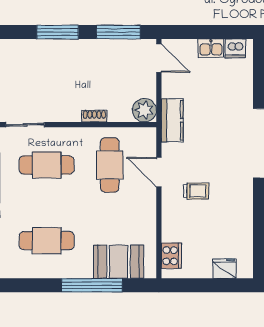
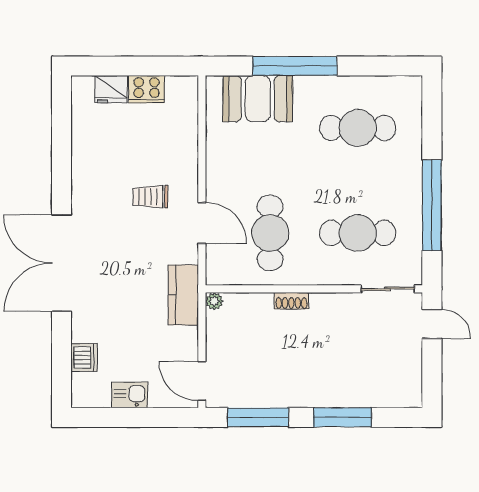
dishwasher: (235, 48) -> (84, 358), moved, turned 90
plant: (144, 110) -> (214, 301), width x0.53, depth x0.53
cooker: (171, 256) -> (147, 89), moved, turned -90

